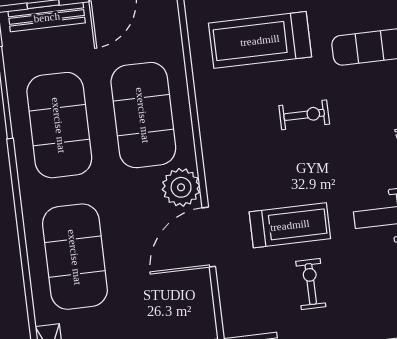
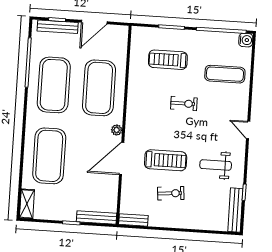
treadmill: (260, 40) -> (168, 60), width x0.73, depth x0.73
plant: (181, 187) -> (117, 130), width x0.53, depth x0.53
exercise bike: (311, 284) -> (171, 193), turned 85

